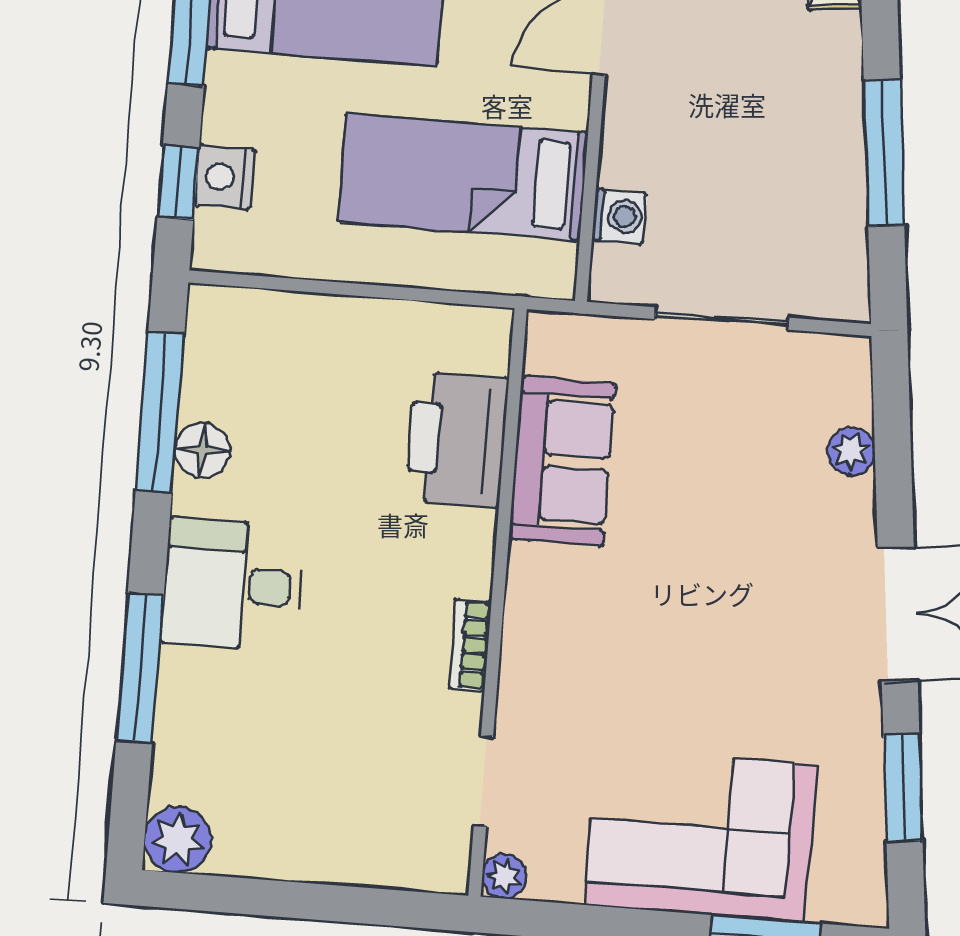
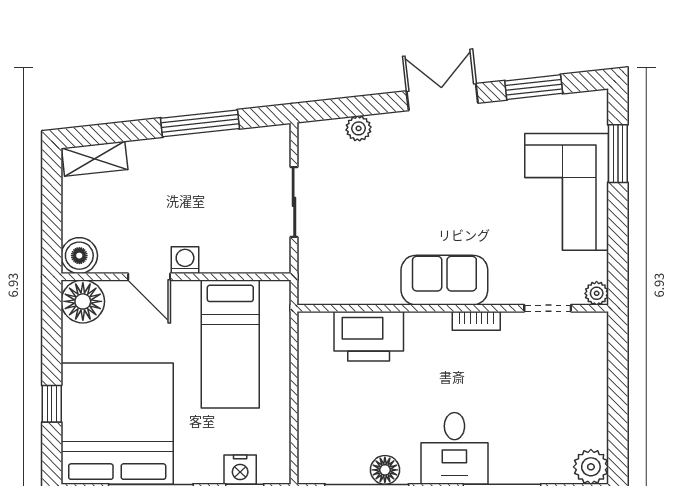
washing machine: (619, 216) -> (185, 260), moved
sofa: (562, 461) -> (444, 280), moved

